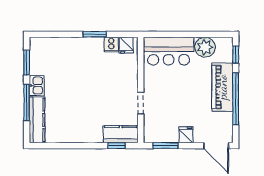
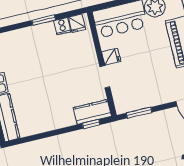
fridge: (186, 135) -> (111, 57), moved, turned 90

